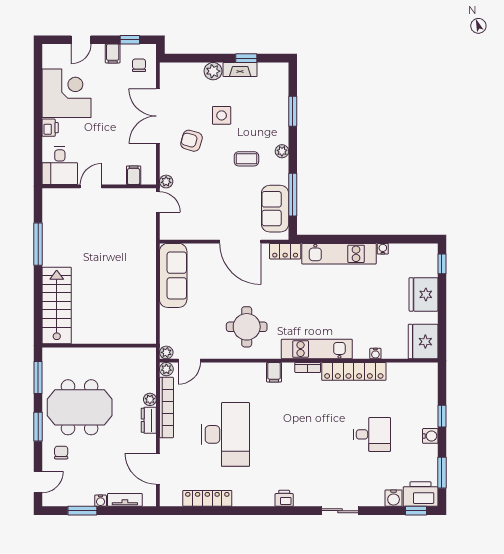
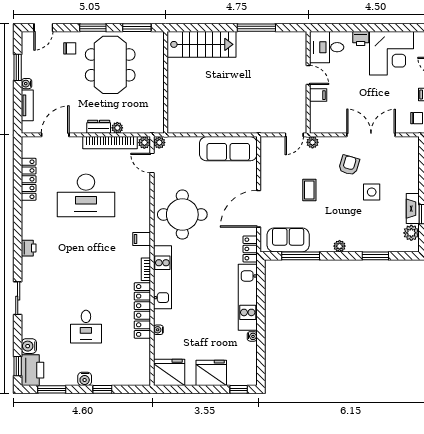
plant: (213, 71) -> (411, 233), moved
coffee table: (246, 159) -> (309, 190), moved
filing cabinet: (134, 175) -> (318, 95), moved
round table: (247, 327) -> (182, 215), width x1.36, depth x1.36
door: (38, 482) -> (43, 28), hinge flipped

